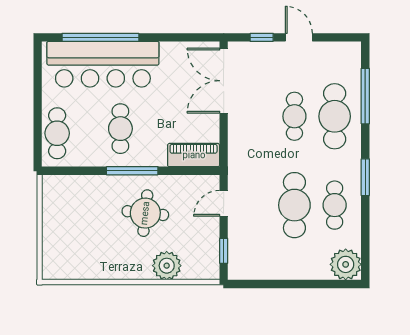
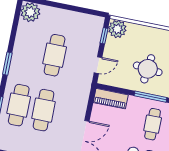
cafe table: (294, 116) -> (44, 110), width x1.37, depth x1.35
cafe table: (335, 205) -> (30, 50), removed
plant: (167, 266) -> (117, 29), moved

